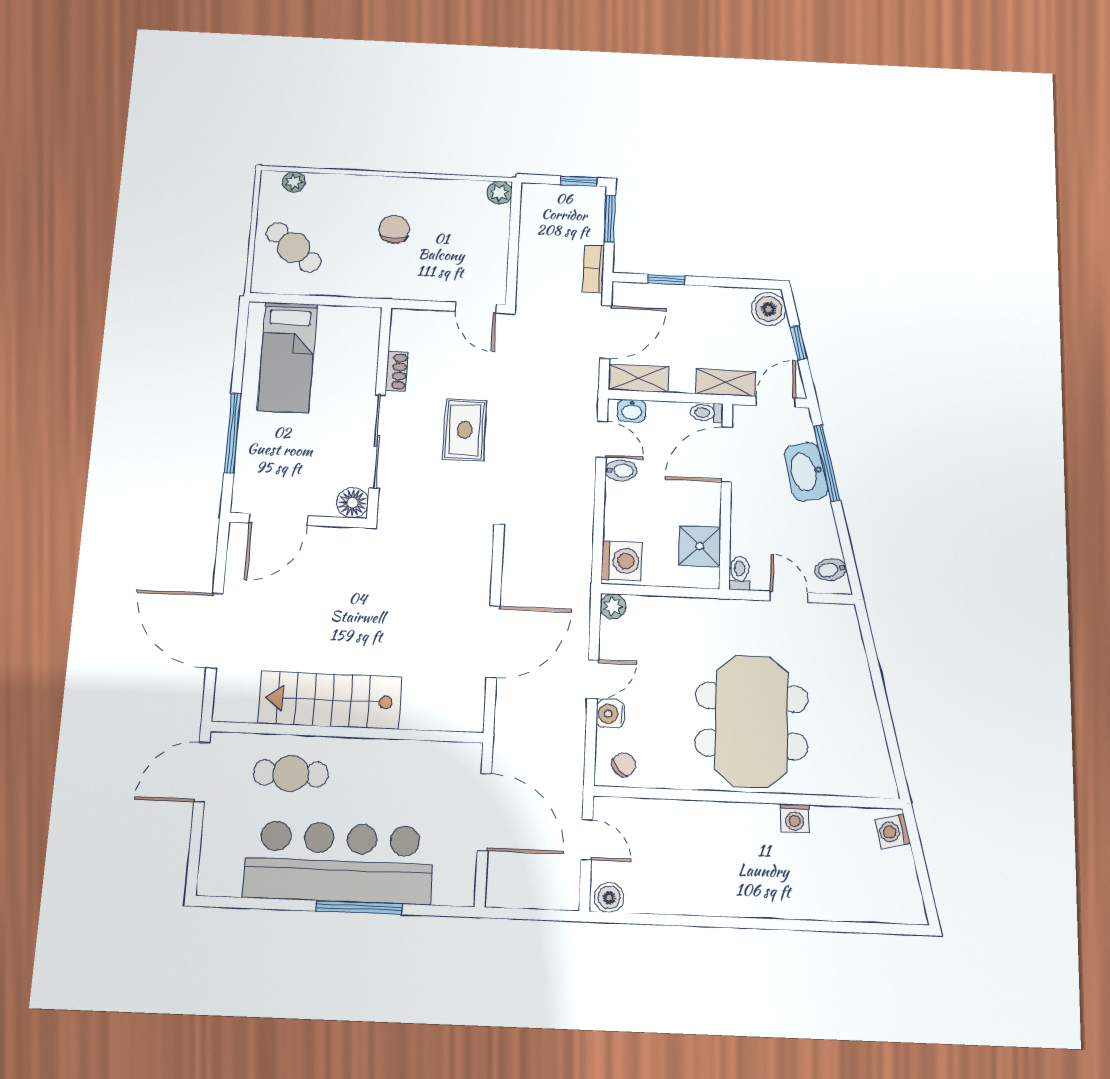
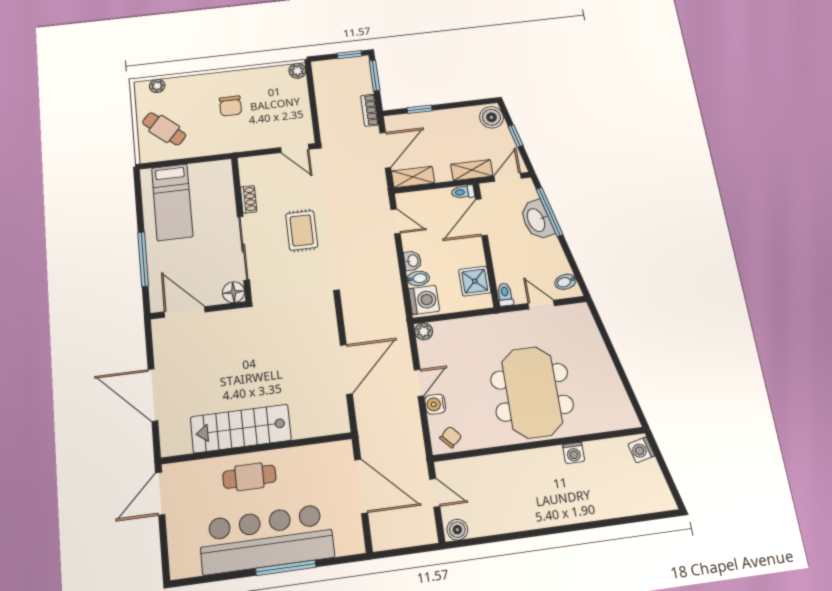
chair: (394, 229) -> (230, 106), turned 180
washbasin: (632, 411) -> (413, 261), moved, turned -90
bidet: (621, 471) -> (418, 278), moved
door: (279, 519) -> (185, 312), swing flipped
cafe table: (291, 773) -> (249, 477), moved

